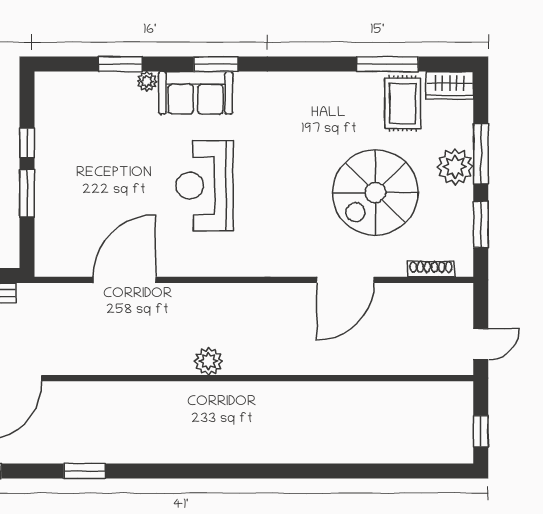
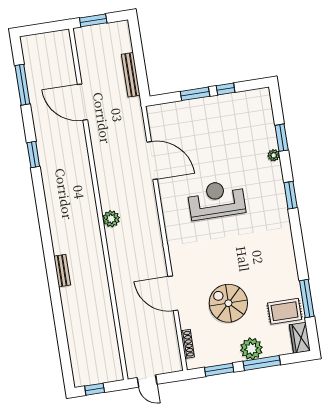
sofa: (196, 93) -> (271, 186), removed
spiral stairs: (375, 192) -> (228, 303), width x0.73, depth x0.73
bench: (280, 454) -> (62, 271), added

